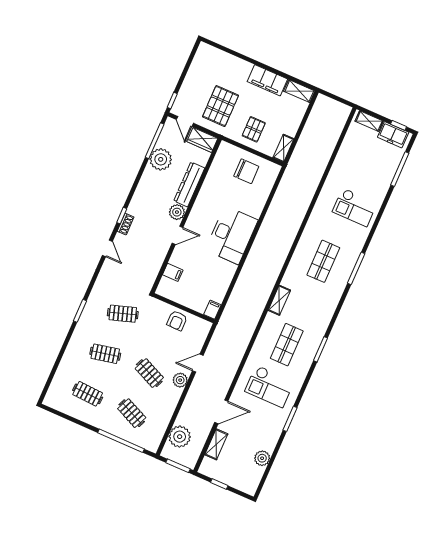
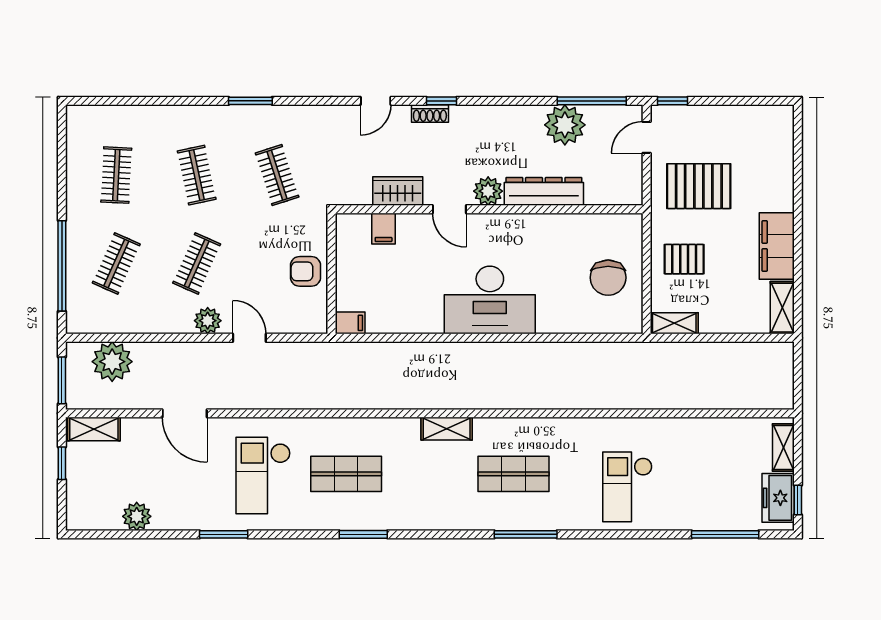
wardrobe: (202, 140) -> (398, 191), moved, turned 90
shelving: (279, 300) -> (447, 429), moved
shelving: (216, 444) -> (94, 429), moved

